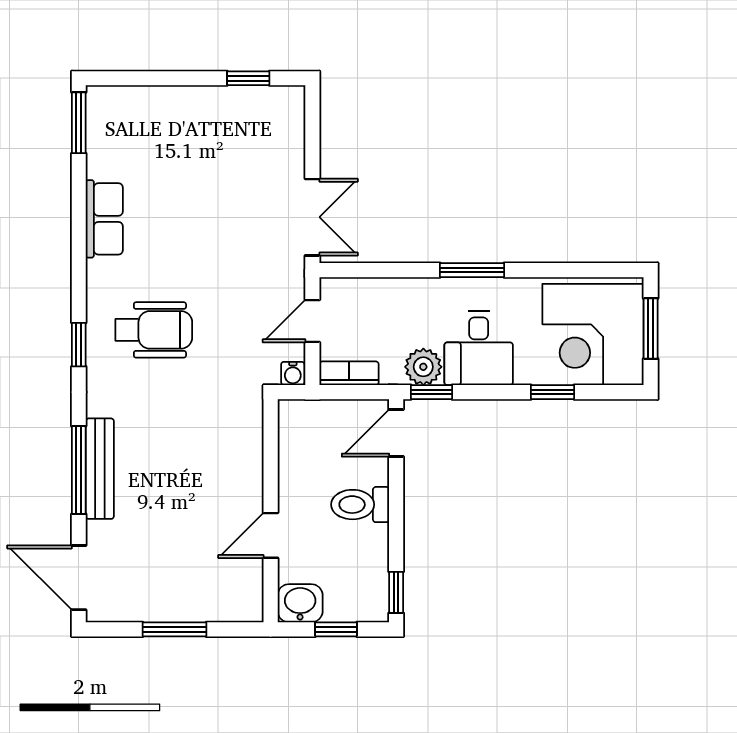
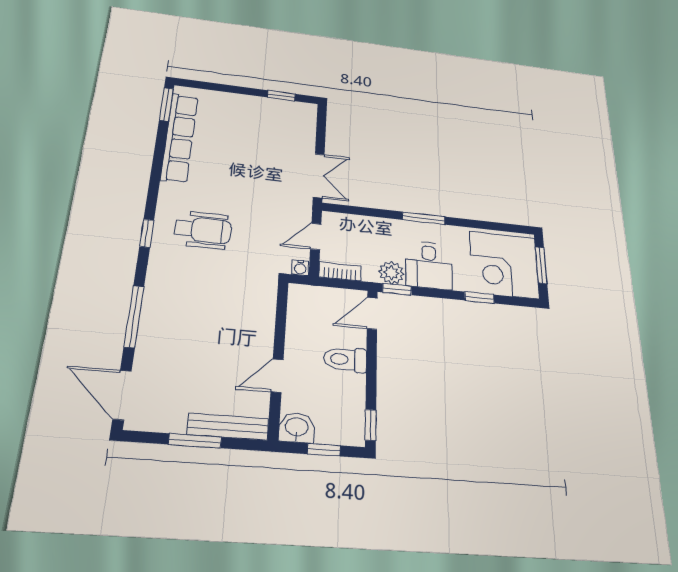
row of seats: (104, 219) -> (179, 138), width x2.02
bench: (100, 469) -> (228, 427), moved, turned 90

